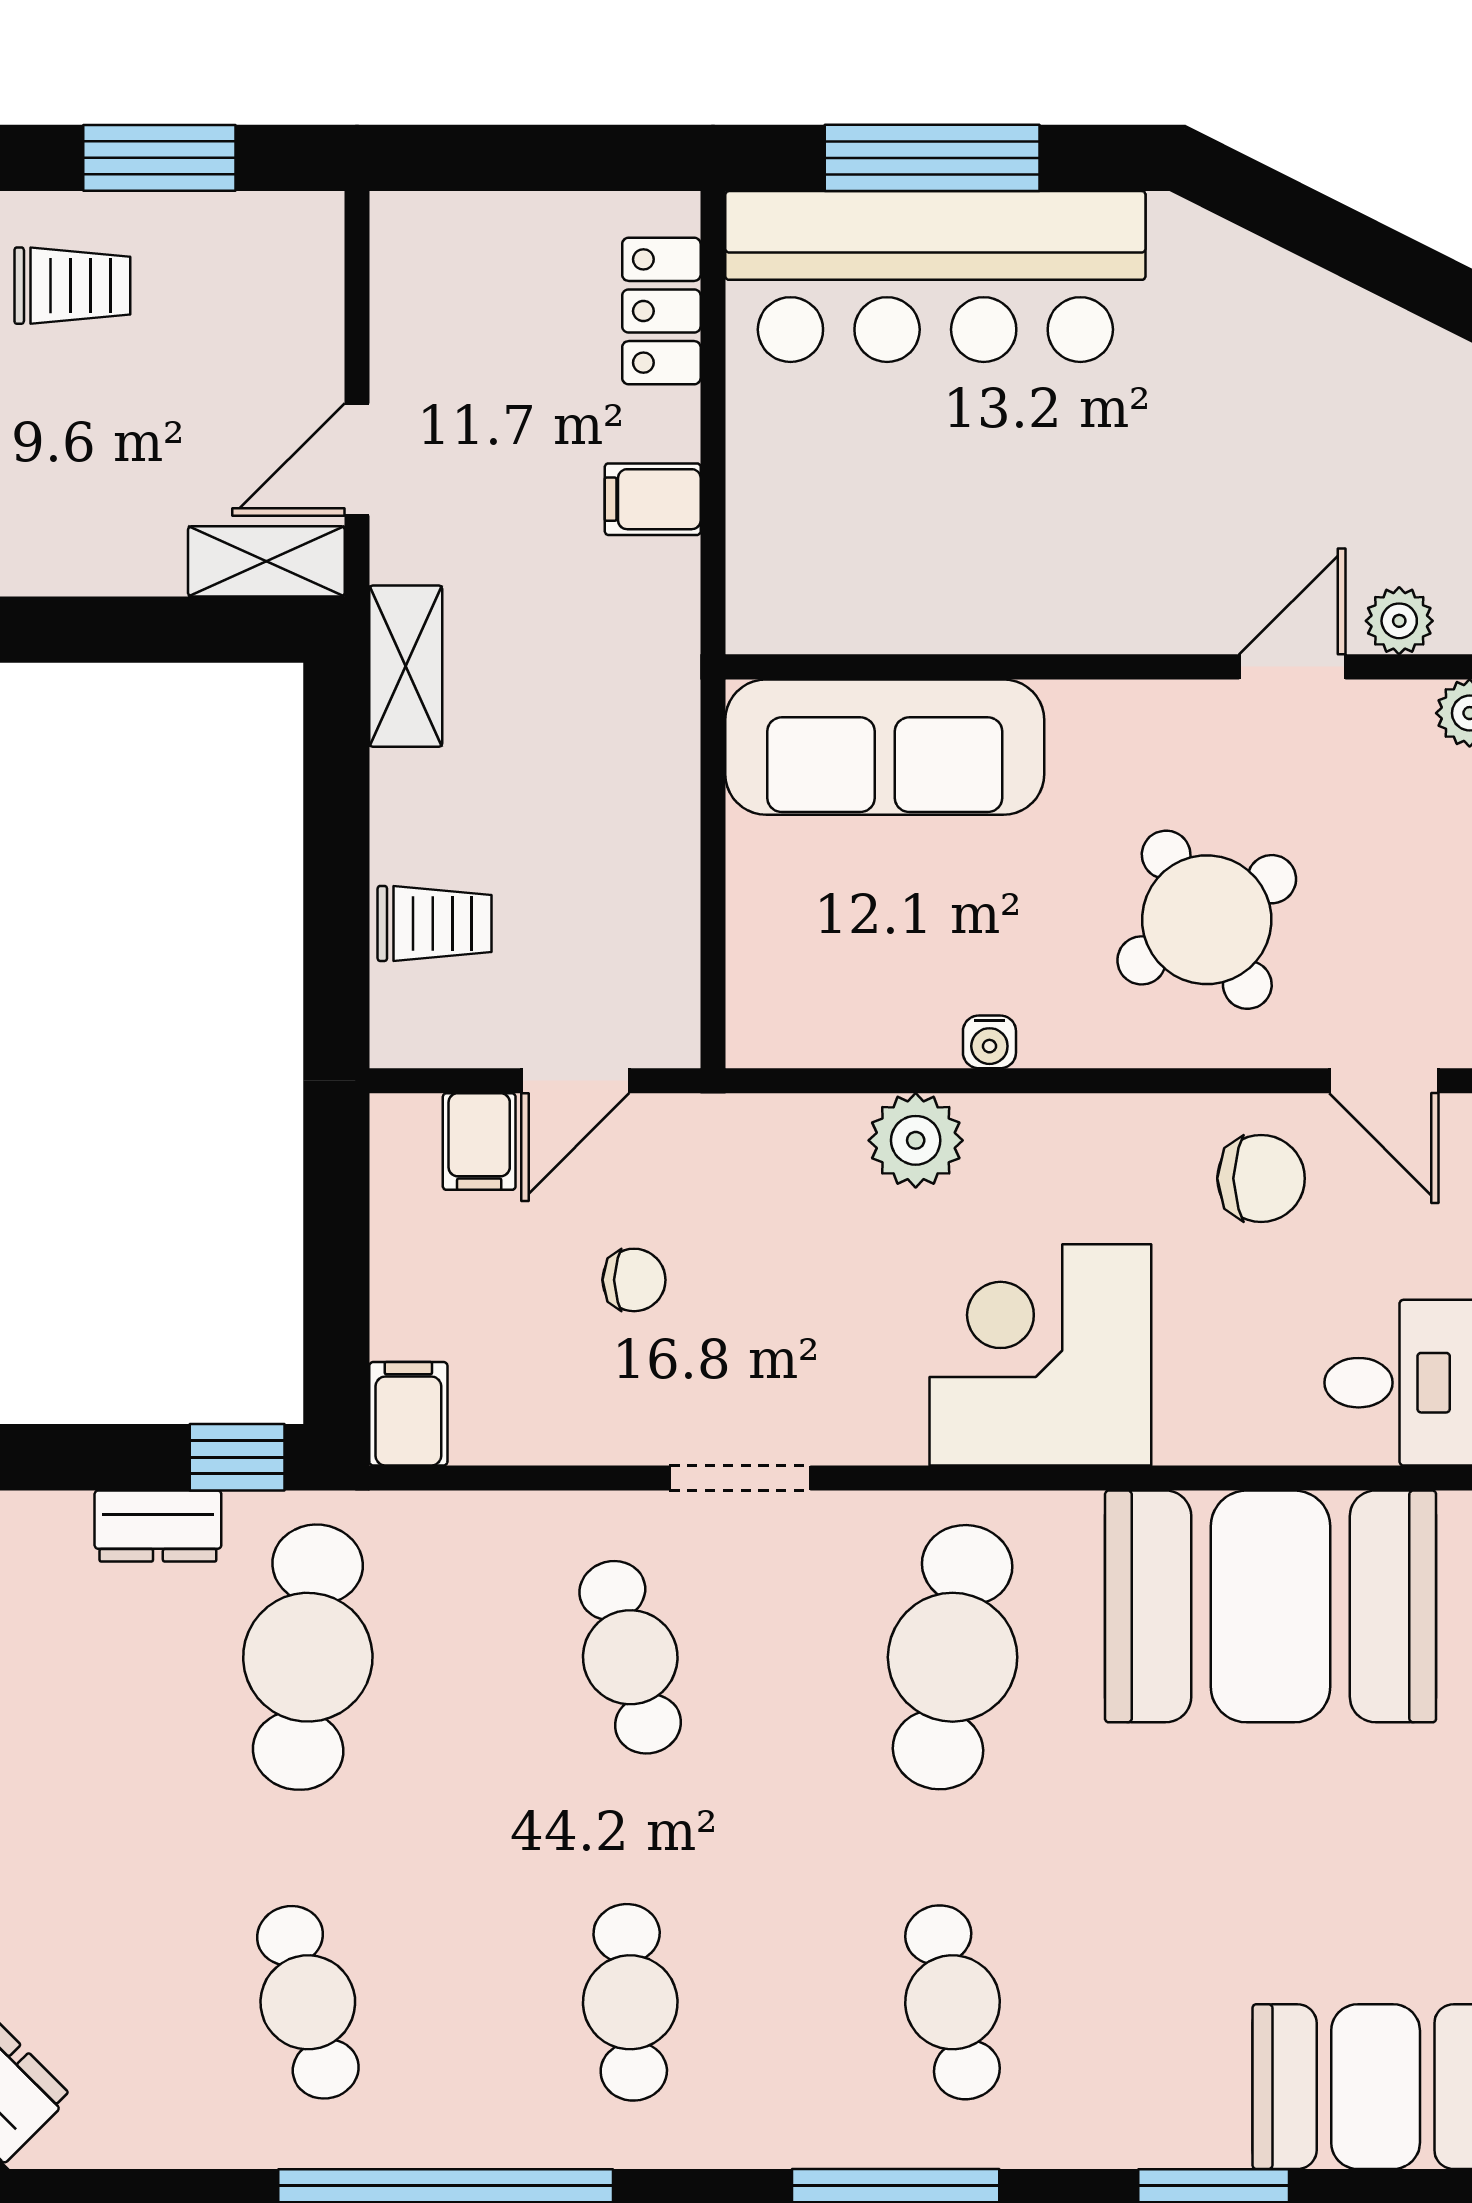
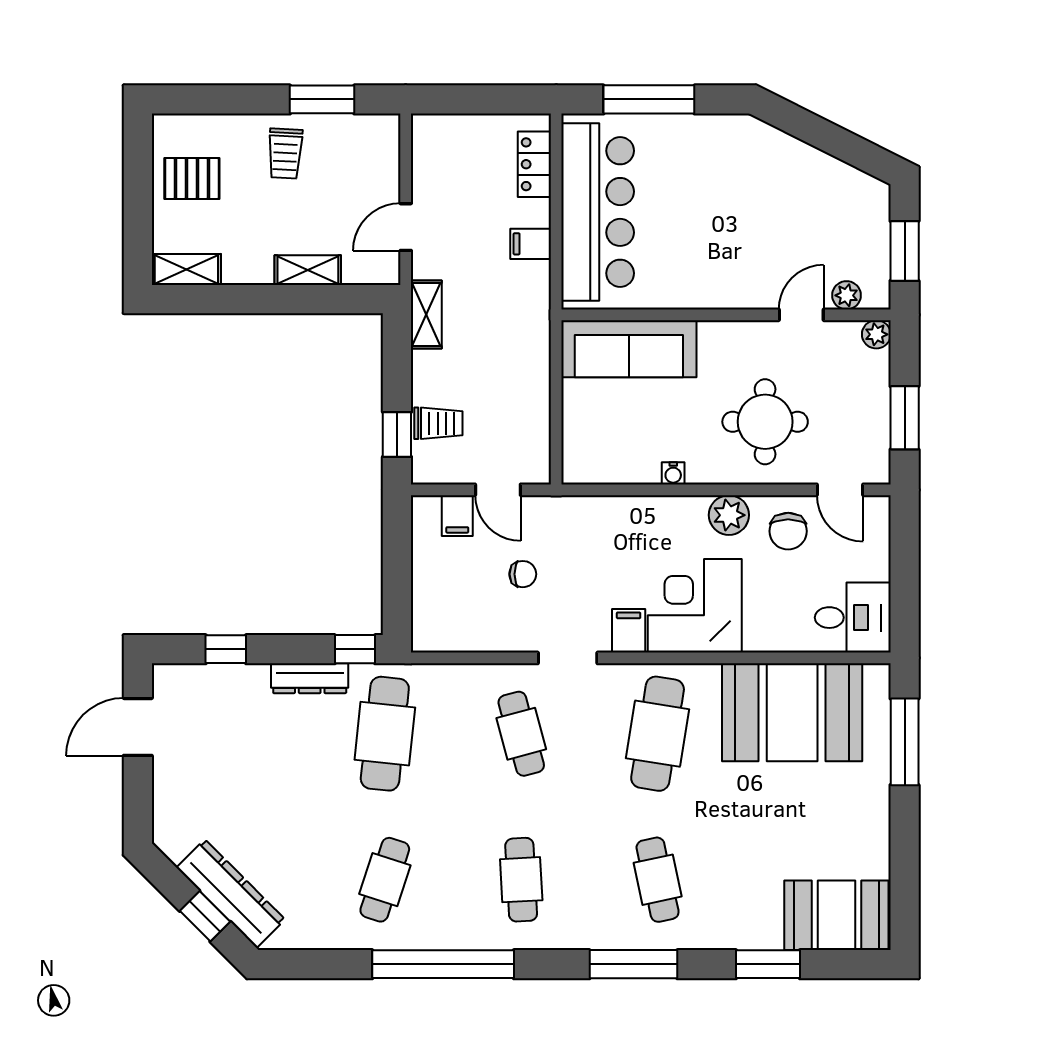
bar counter: (935, 277) -> (598, 212), moved, turned -90
trolley: (72, 286) -> (285, 153), turned 93
shelving: (266, 561) -> (308, 270), moved
round table: (1207, 920) -> (765, 422), turned 32
window: (336, 950) -> (397, 434), added
door: (575, 1081) -> (498, 490), hinge flipped
plant: (916, 1140) -> (729, 515), moved
chair: (1261, 1178) -> (788, 531), turned 90
filing cabinet: (408, 1414) -> (629, 631), moved
dresser: (158, 1526) -> (310, 678), width x1.44
cafe table: (308, 2002) -> (385, 880), turned 33

